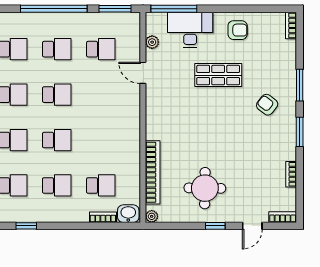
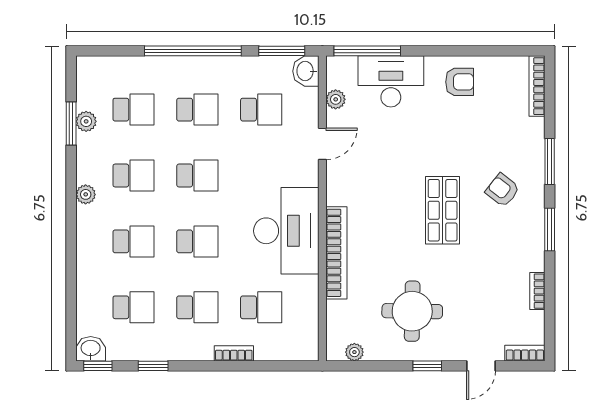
bookcase: (291, 25) -> (537, 86), width x1.56
door: (143, 73) -> (322, 144), swing flipped
shop shelf: (218, 75) -> (443, 210), moved, turned 90
desk: (118, 133) -> (286, 231), added
bookcase: (153, 172) -> (336, 253), moved
washbasin: (128, 214) -> (306, 71), moved, turned -90
plant: (152, 216) -> (354, 352), moved
bookcase: (103, 217) -> (234, 353), moved

